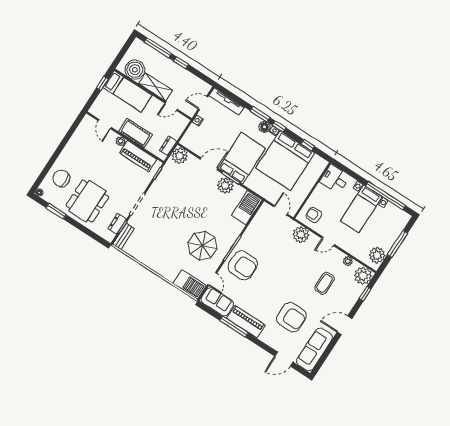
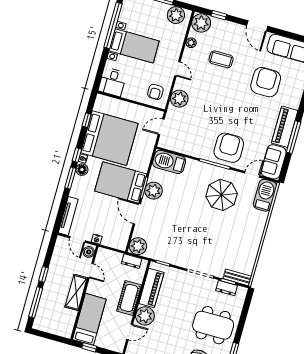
boiler: (135, 70) -> (89, 252), moved, width x0.54, depth x0.54
plant: (121, 141) -> (145, 316), width x1.88, depth x1.88

